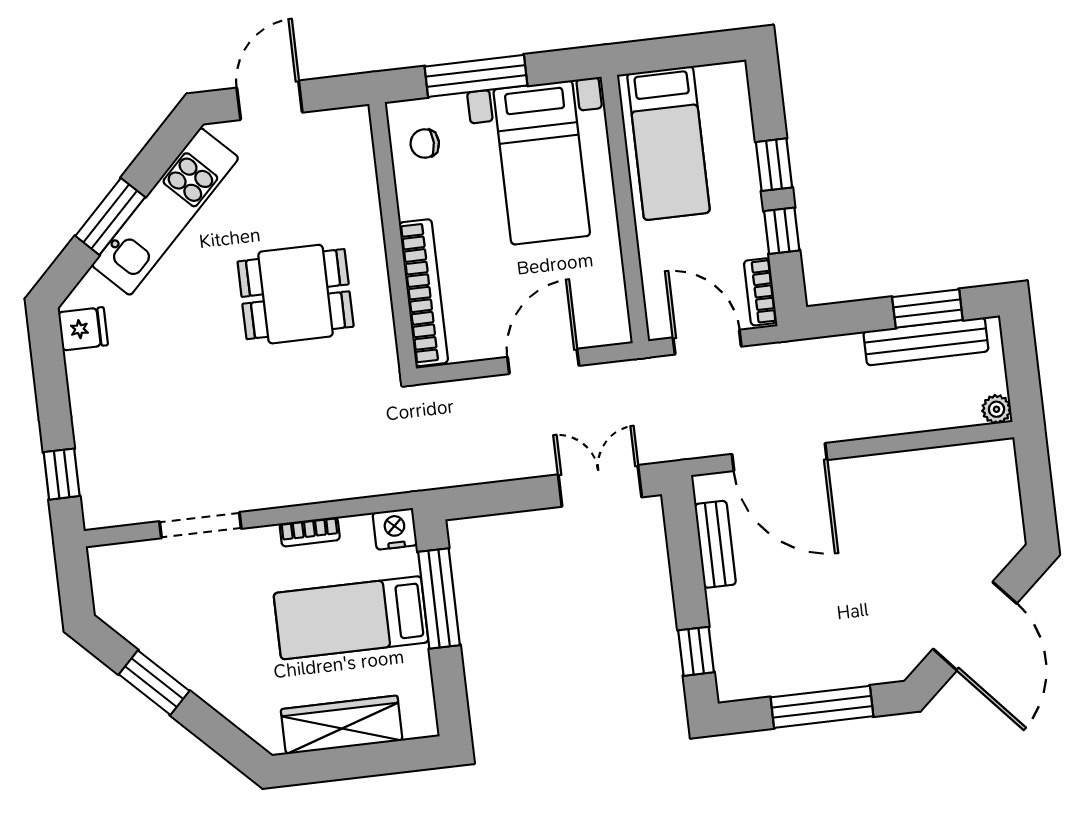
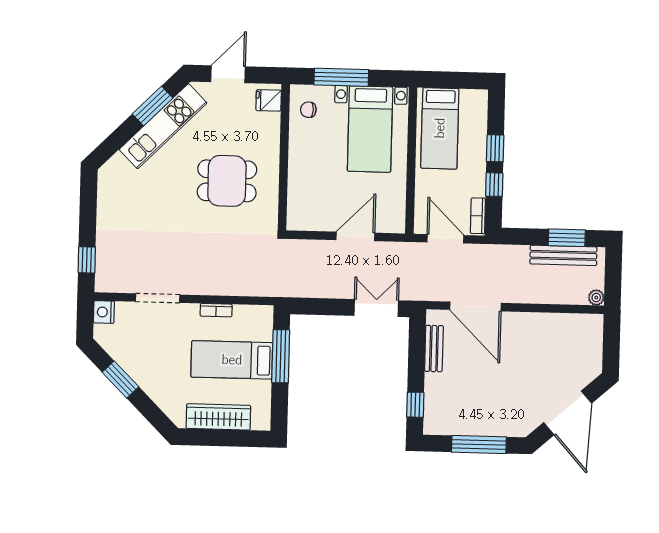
window: (110, 216) -> (153, 106), moved
bookcase: (423, 293) -> (296, 190), removed
fridge: (83, 329) -> (269, 100), moved, turned 180
nightstand: (395, 529) -> (104, 312), moved, turned -90

